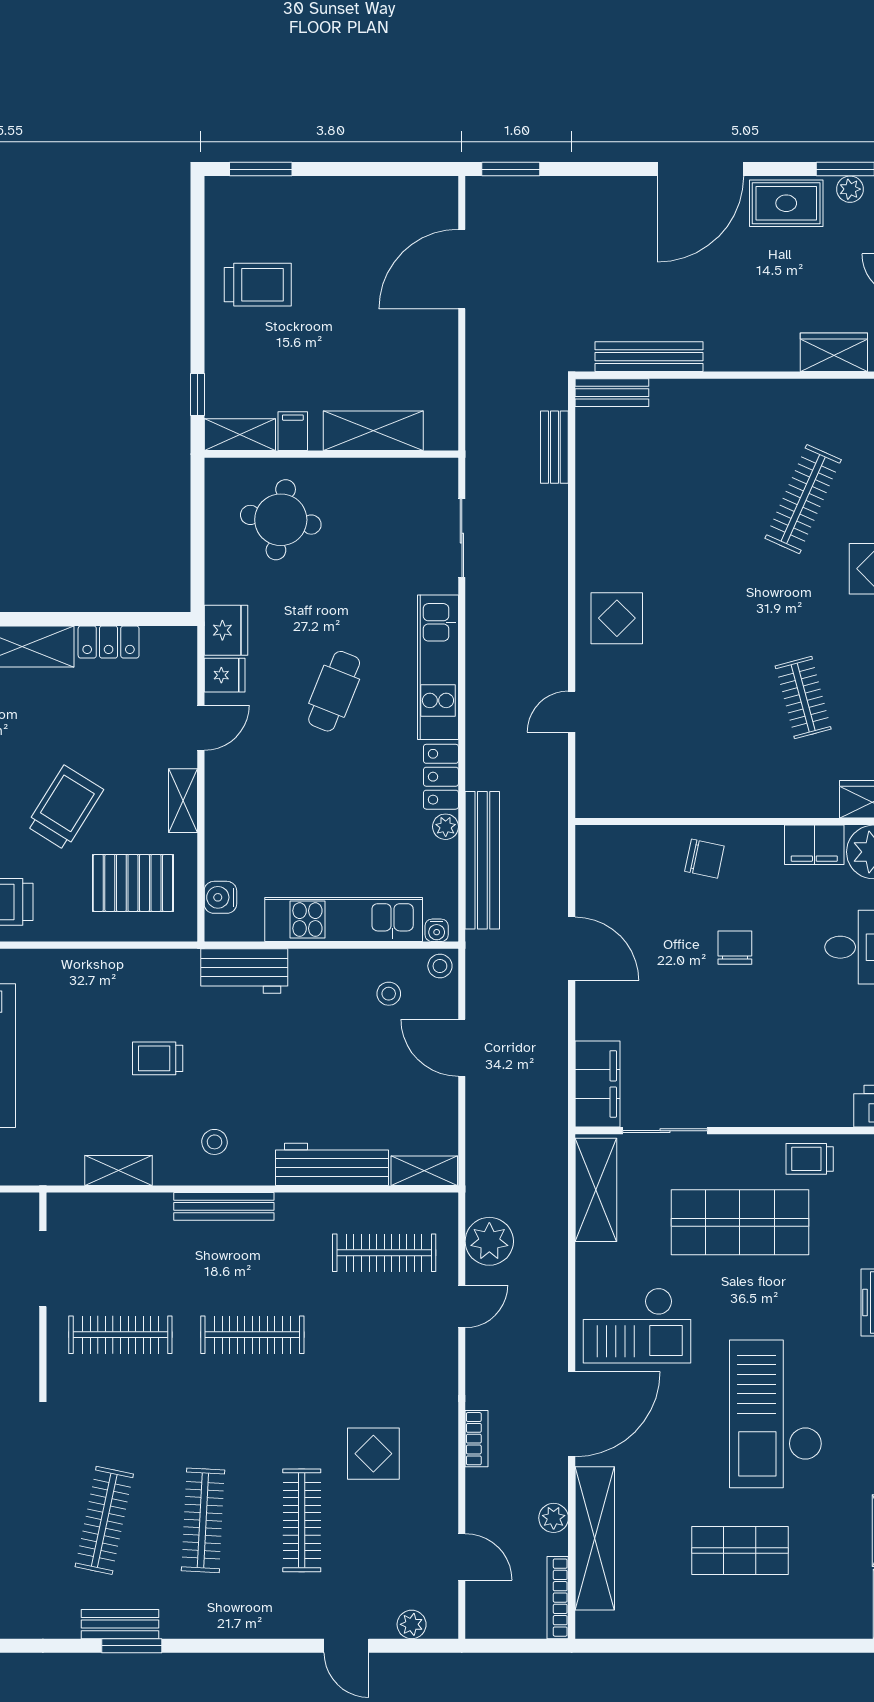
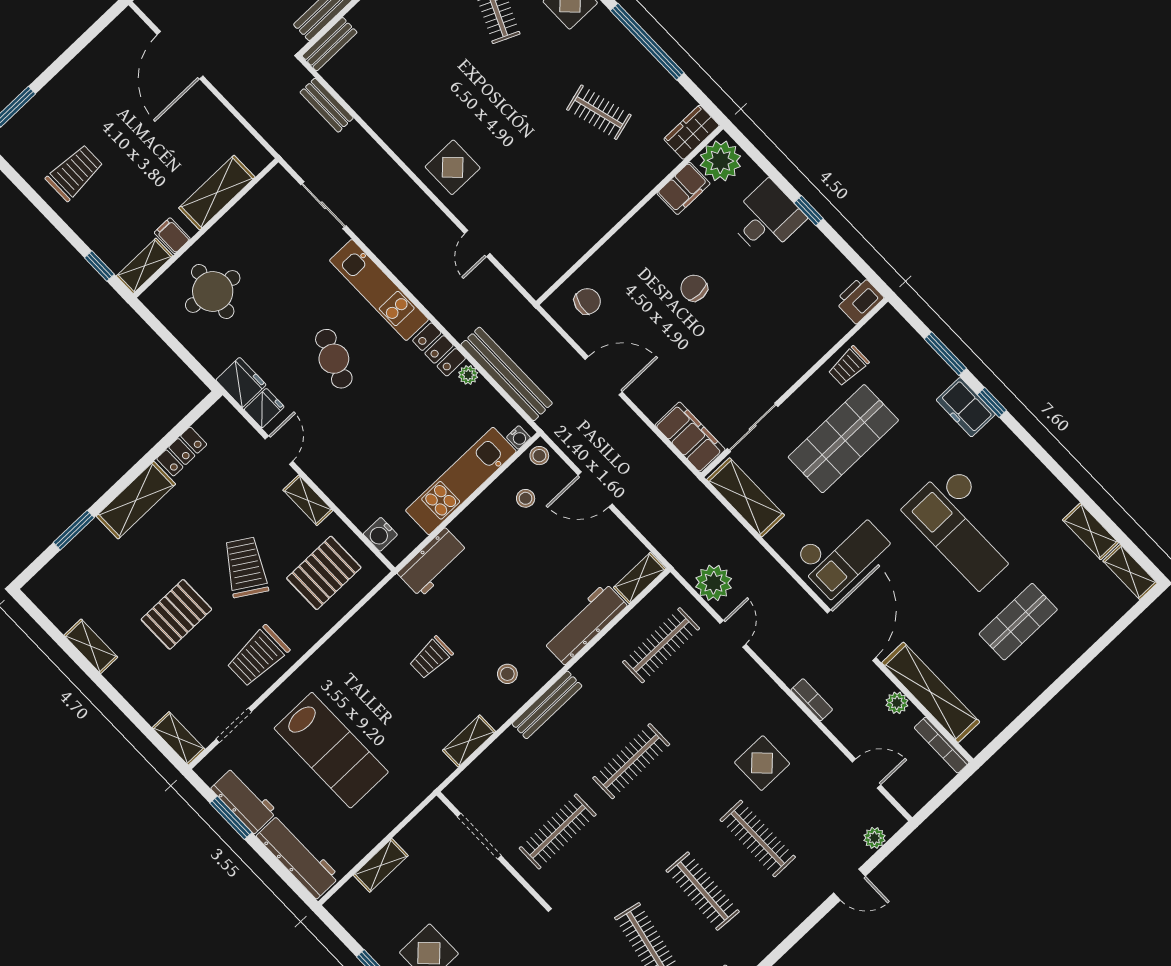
chair: (704, 859) -> (587, 301), moved

